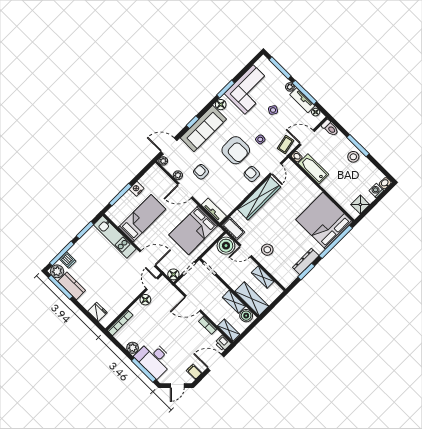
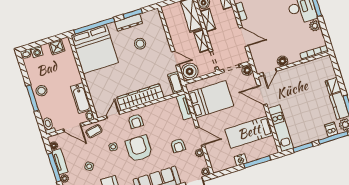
stool: (267, 250) -> (140, 44), moved
shelving: (263, 277) -> (202, 41), moved
fridge: (97, 312) -> (333, 86), moved

